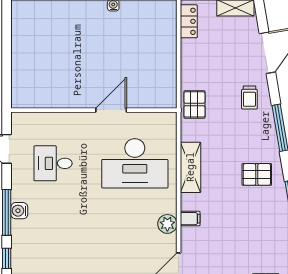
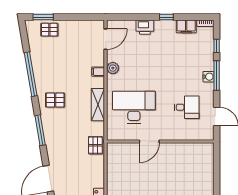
trolley: (249, 98) -> (60, 150), removed

